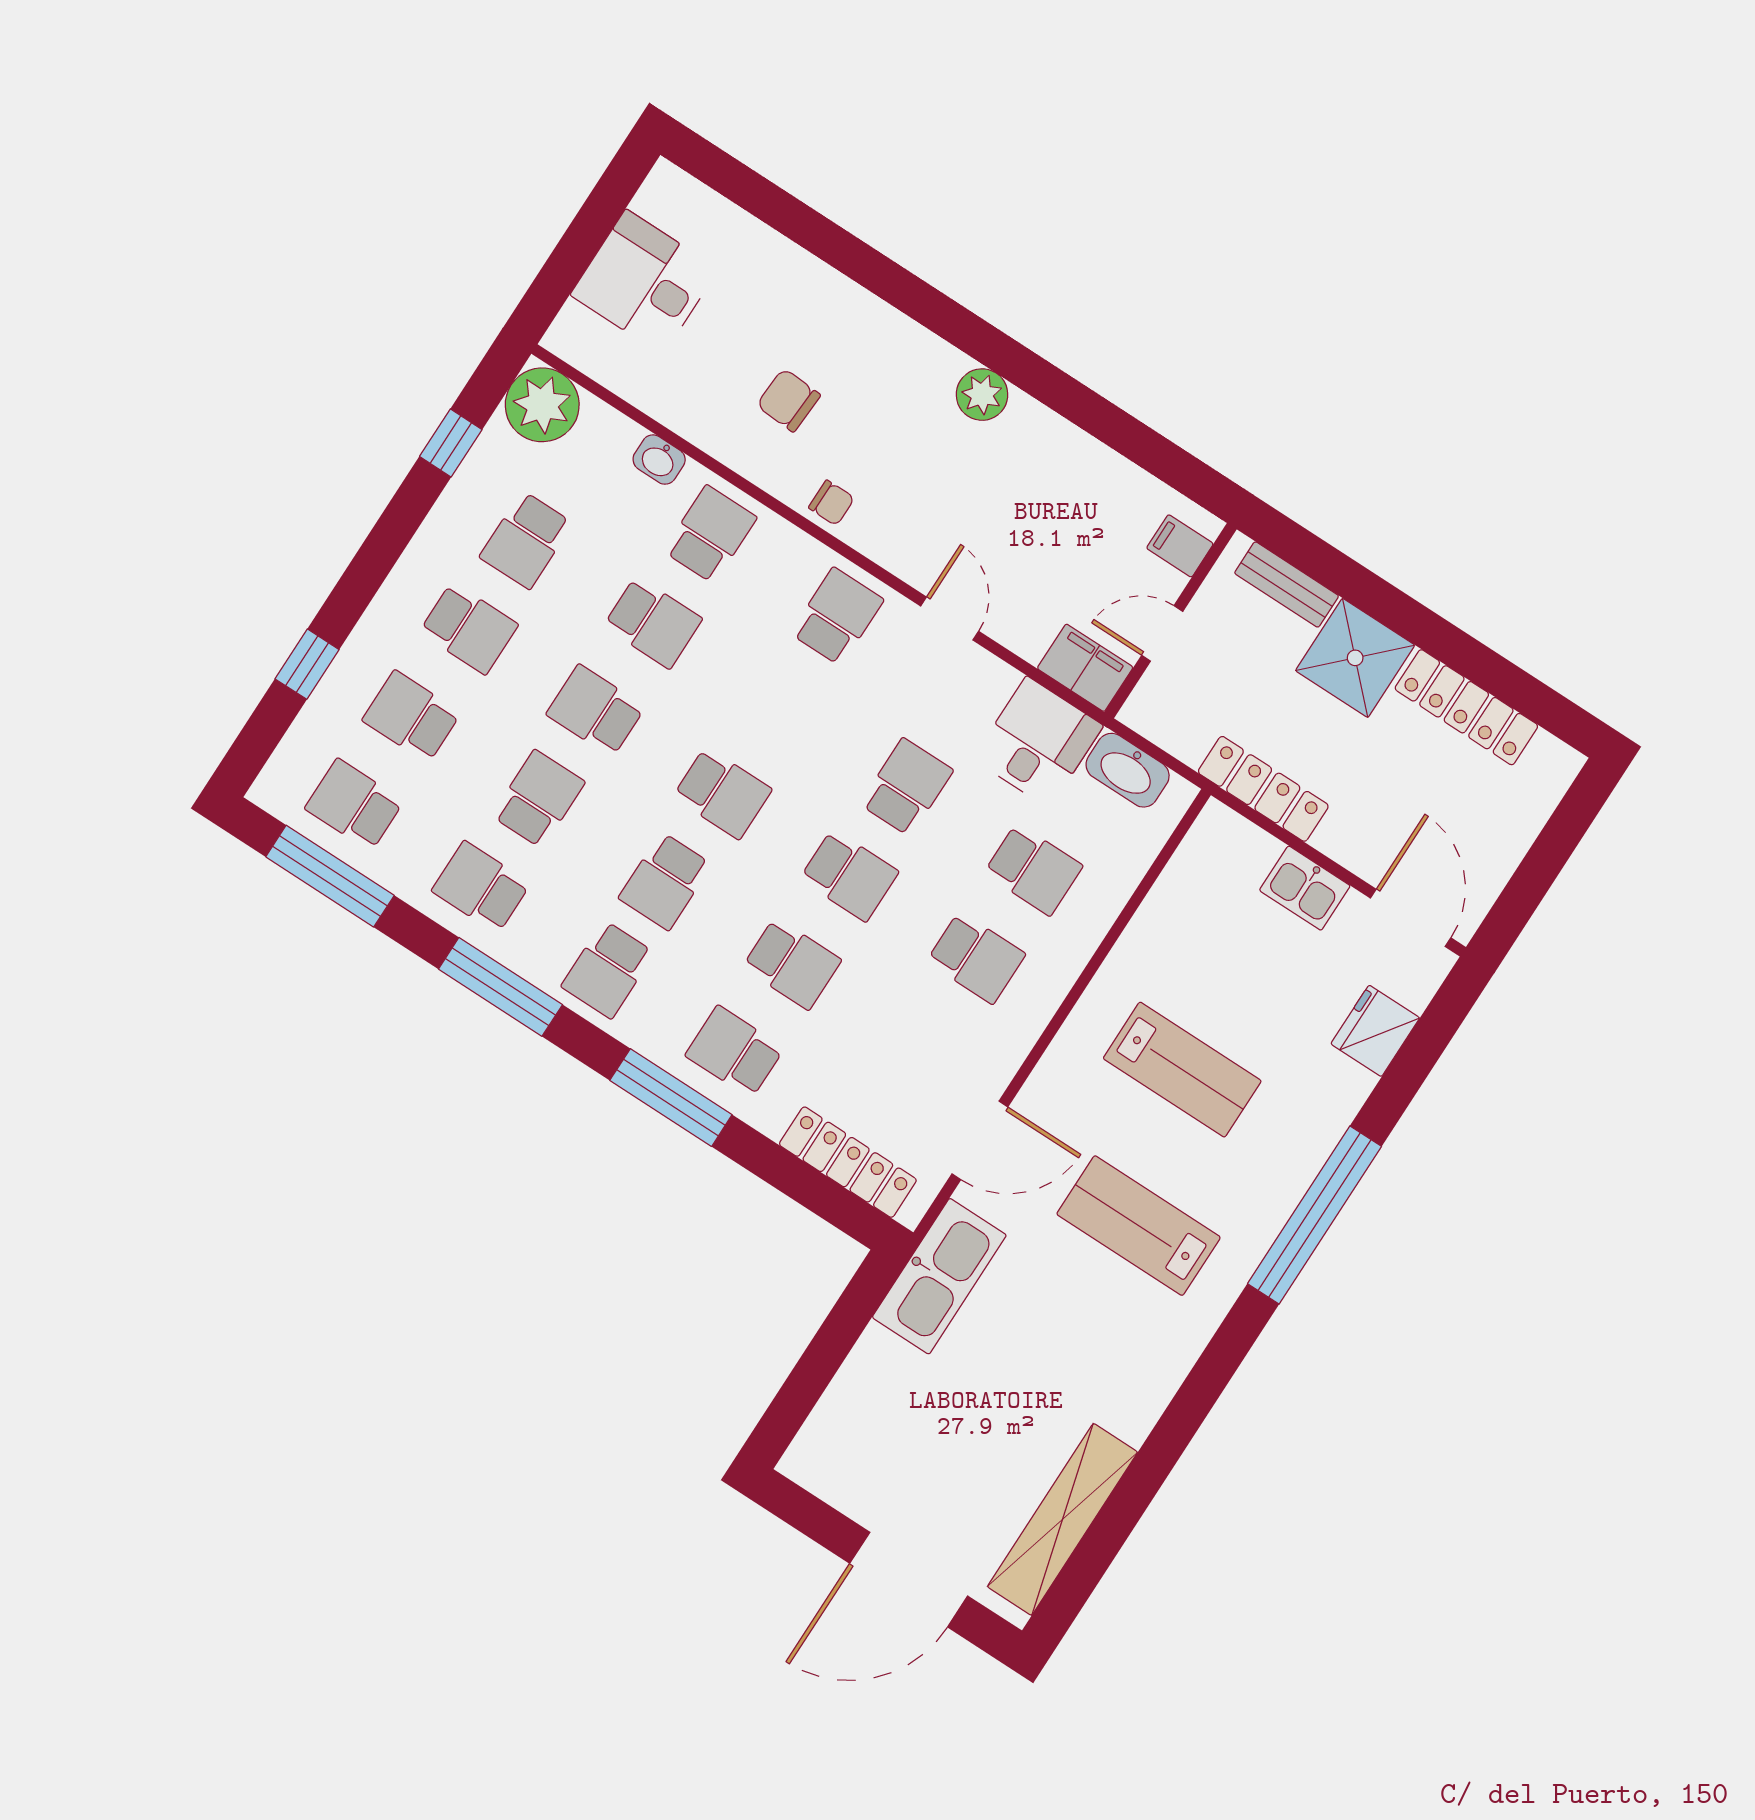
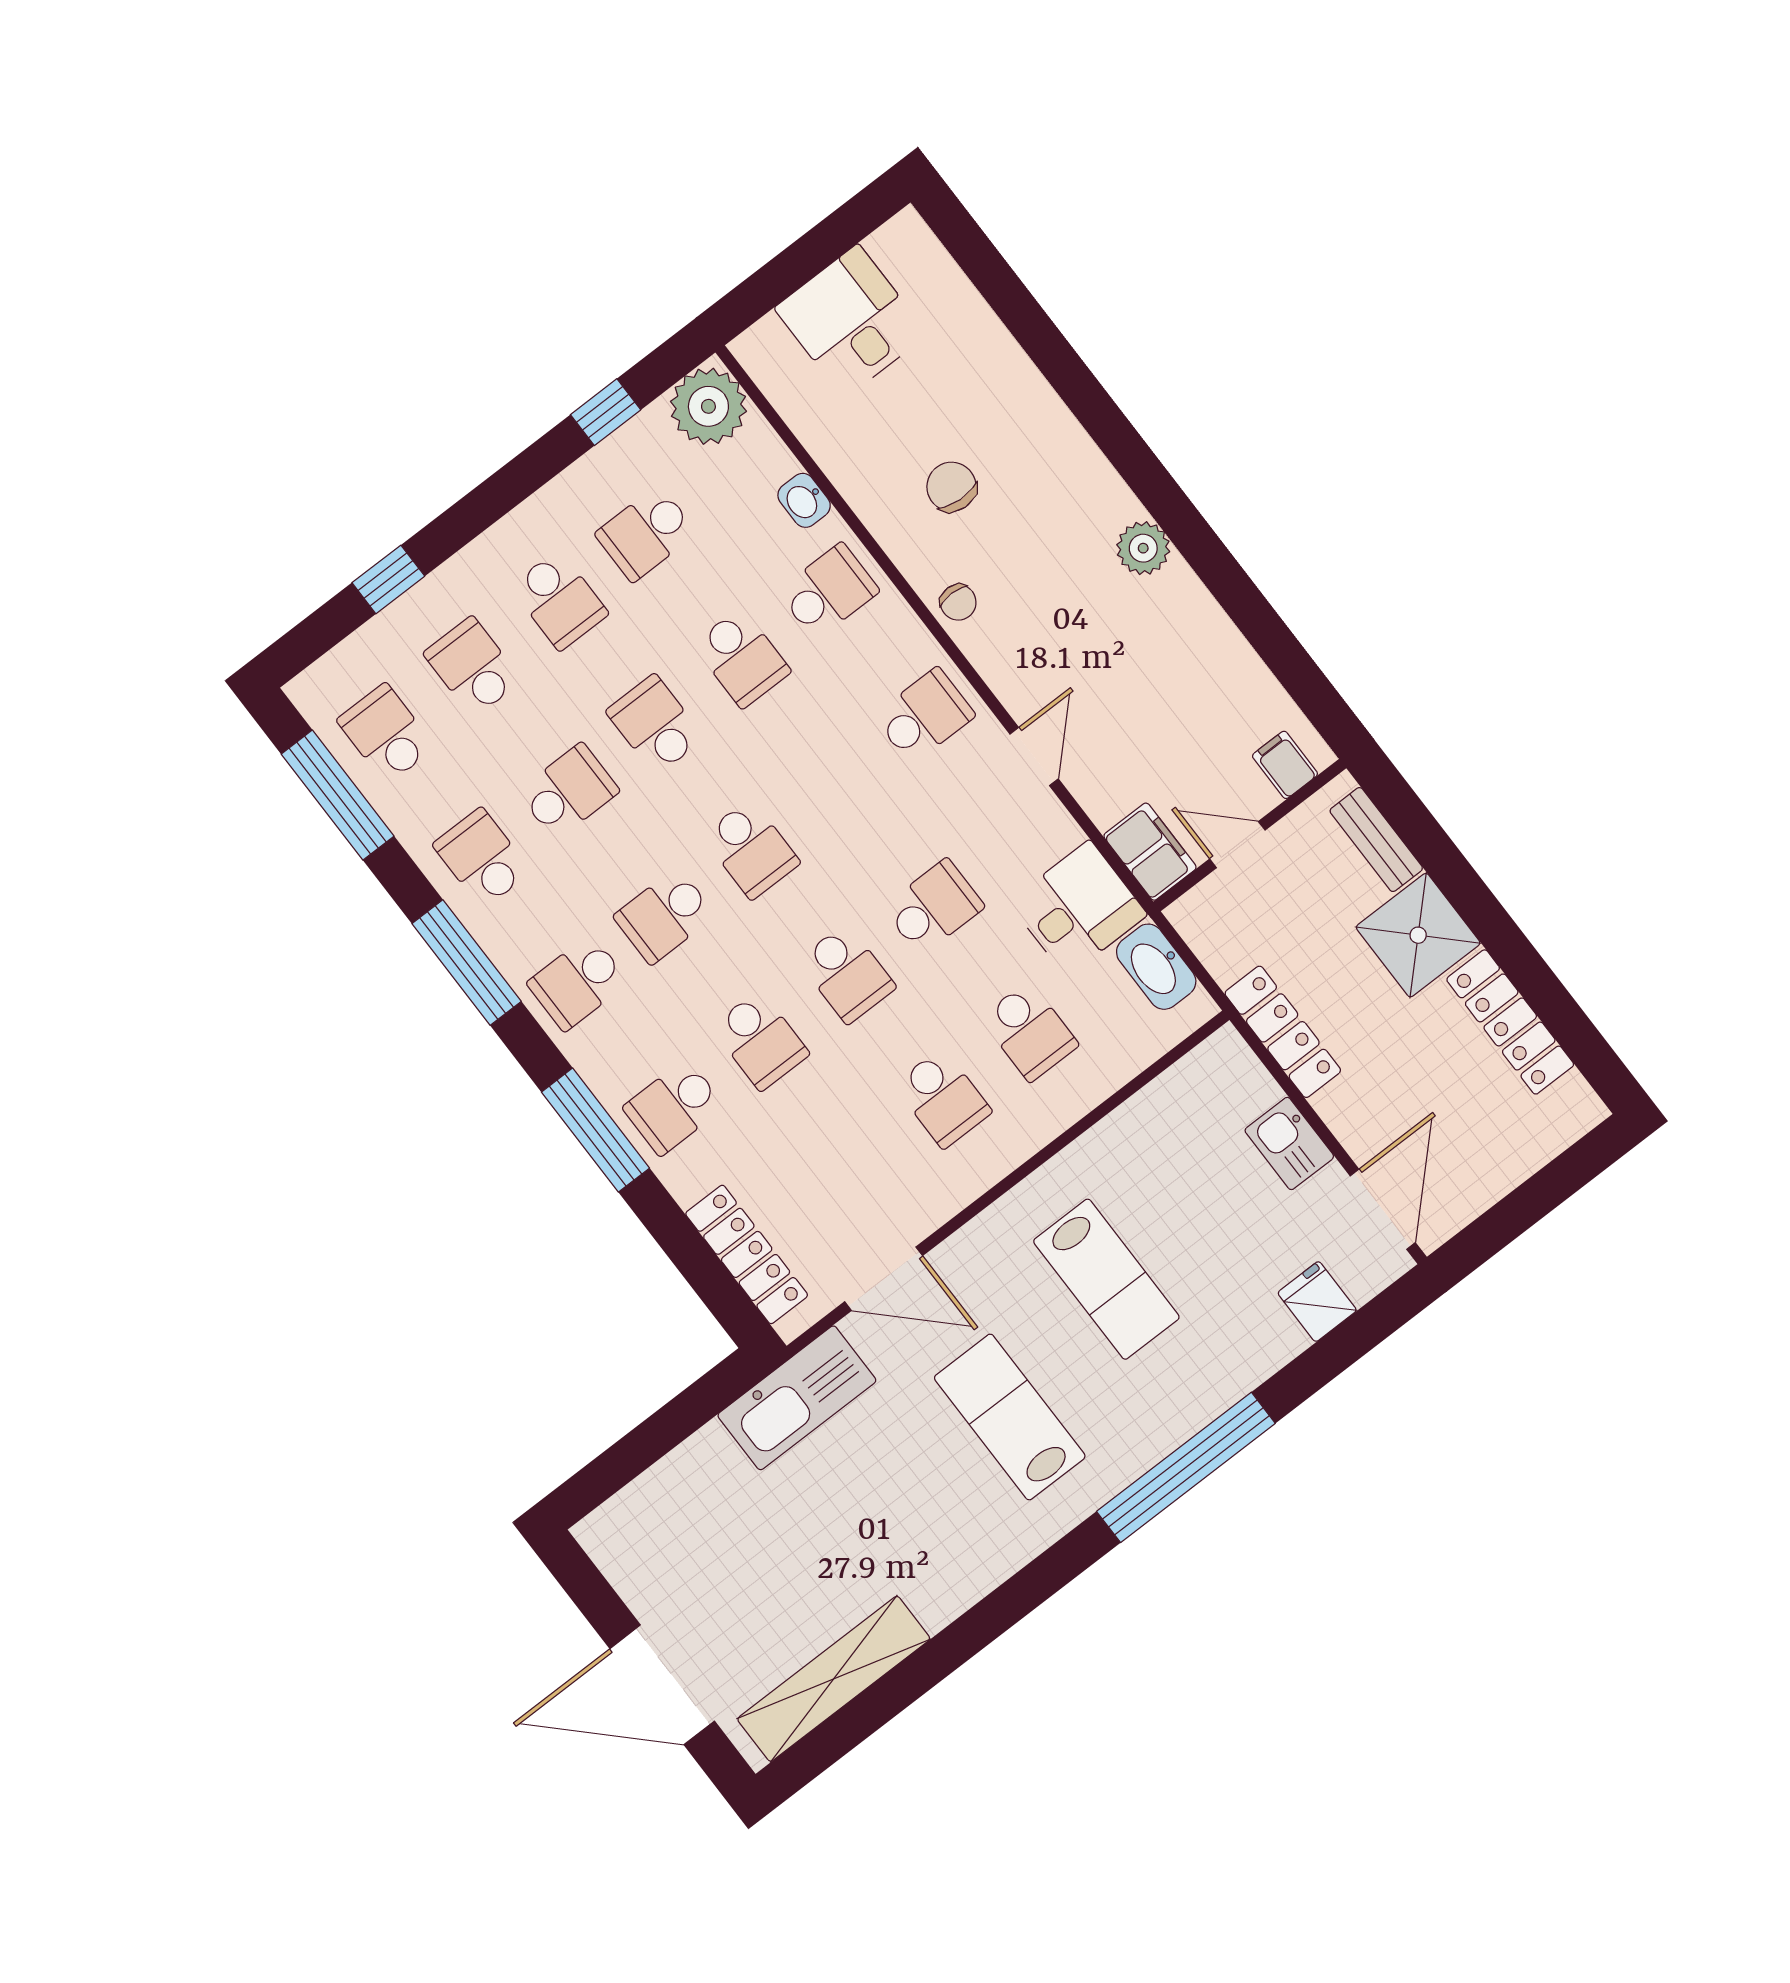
fridge: (1375, 1031) -> (1317, 1302), width x0.72
school desk: (735, 1052) -> (674, 1107), turned -90

